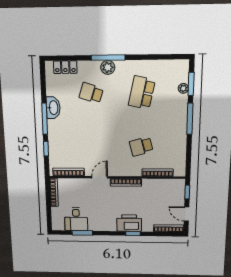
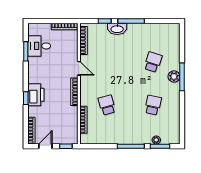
locker: (65, 67) -> (175, 41), removed
school desk: (142, 93) -> (153, 105), width x0.54
washbasin: (53, 108) -> (117, 29), moved

